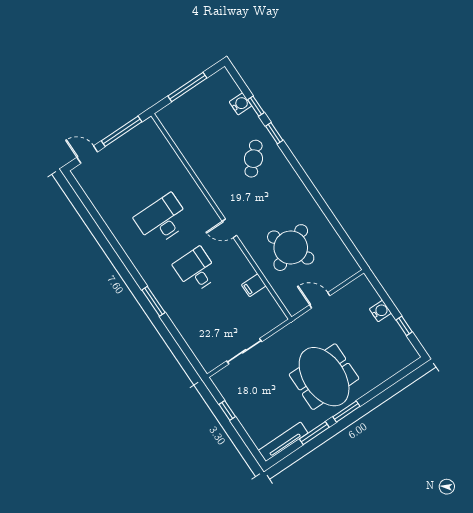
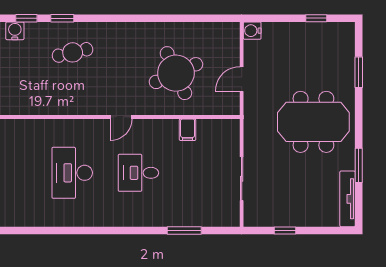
cafe table: (254, 159) -> (73, 52), turned -57
window: (153, 301) -> (184, 230), moved
water cooler: (380, 311) -> (252, 31), moved, turned -90
window: (346, 411) -> (359, 72), moved

